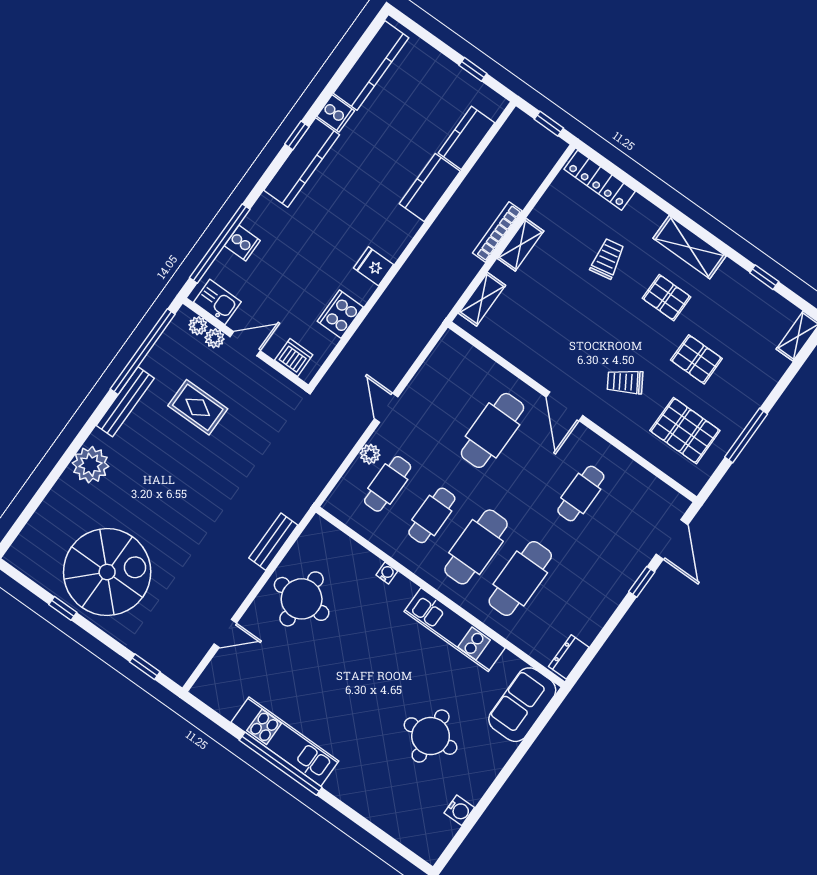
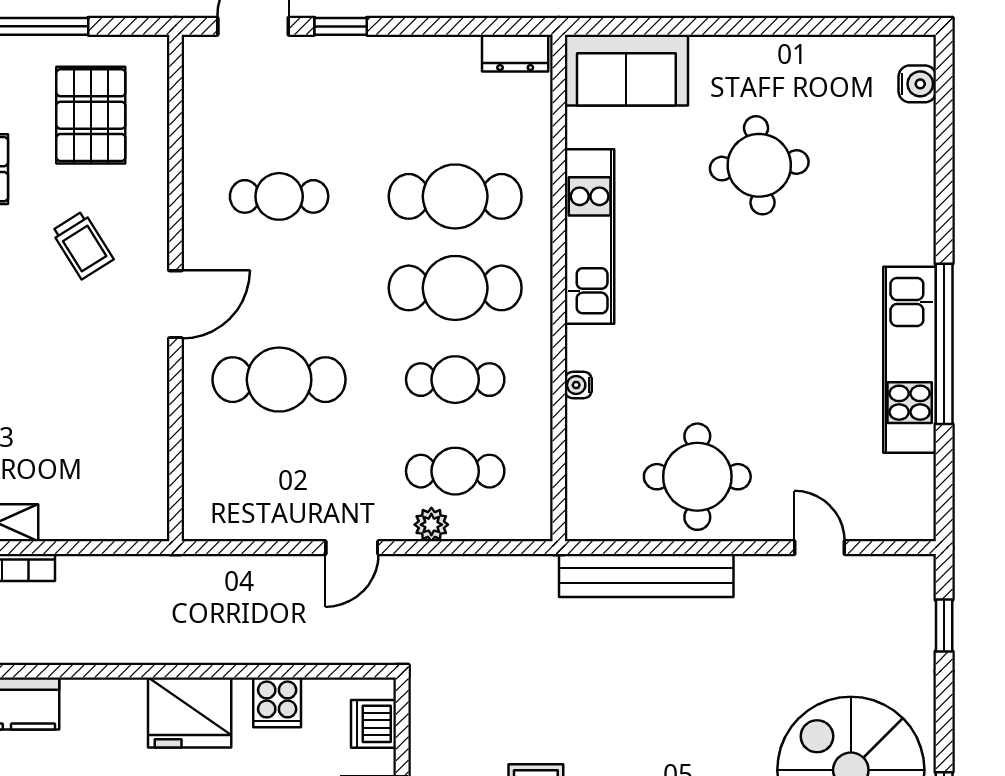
fridge: (373, 266) -> (190, 713), width x1.88, depth x1.34
shelving: (482, 299) -> (109, 522), removed
cooker: (340, 314) -> (277, 702), width x0.73
bench: (273, 542) -> (646, 575), width x1.86, depth x1.21
water cooler: (459, 810) -> (917, 84), moved, turned 90

